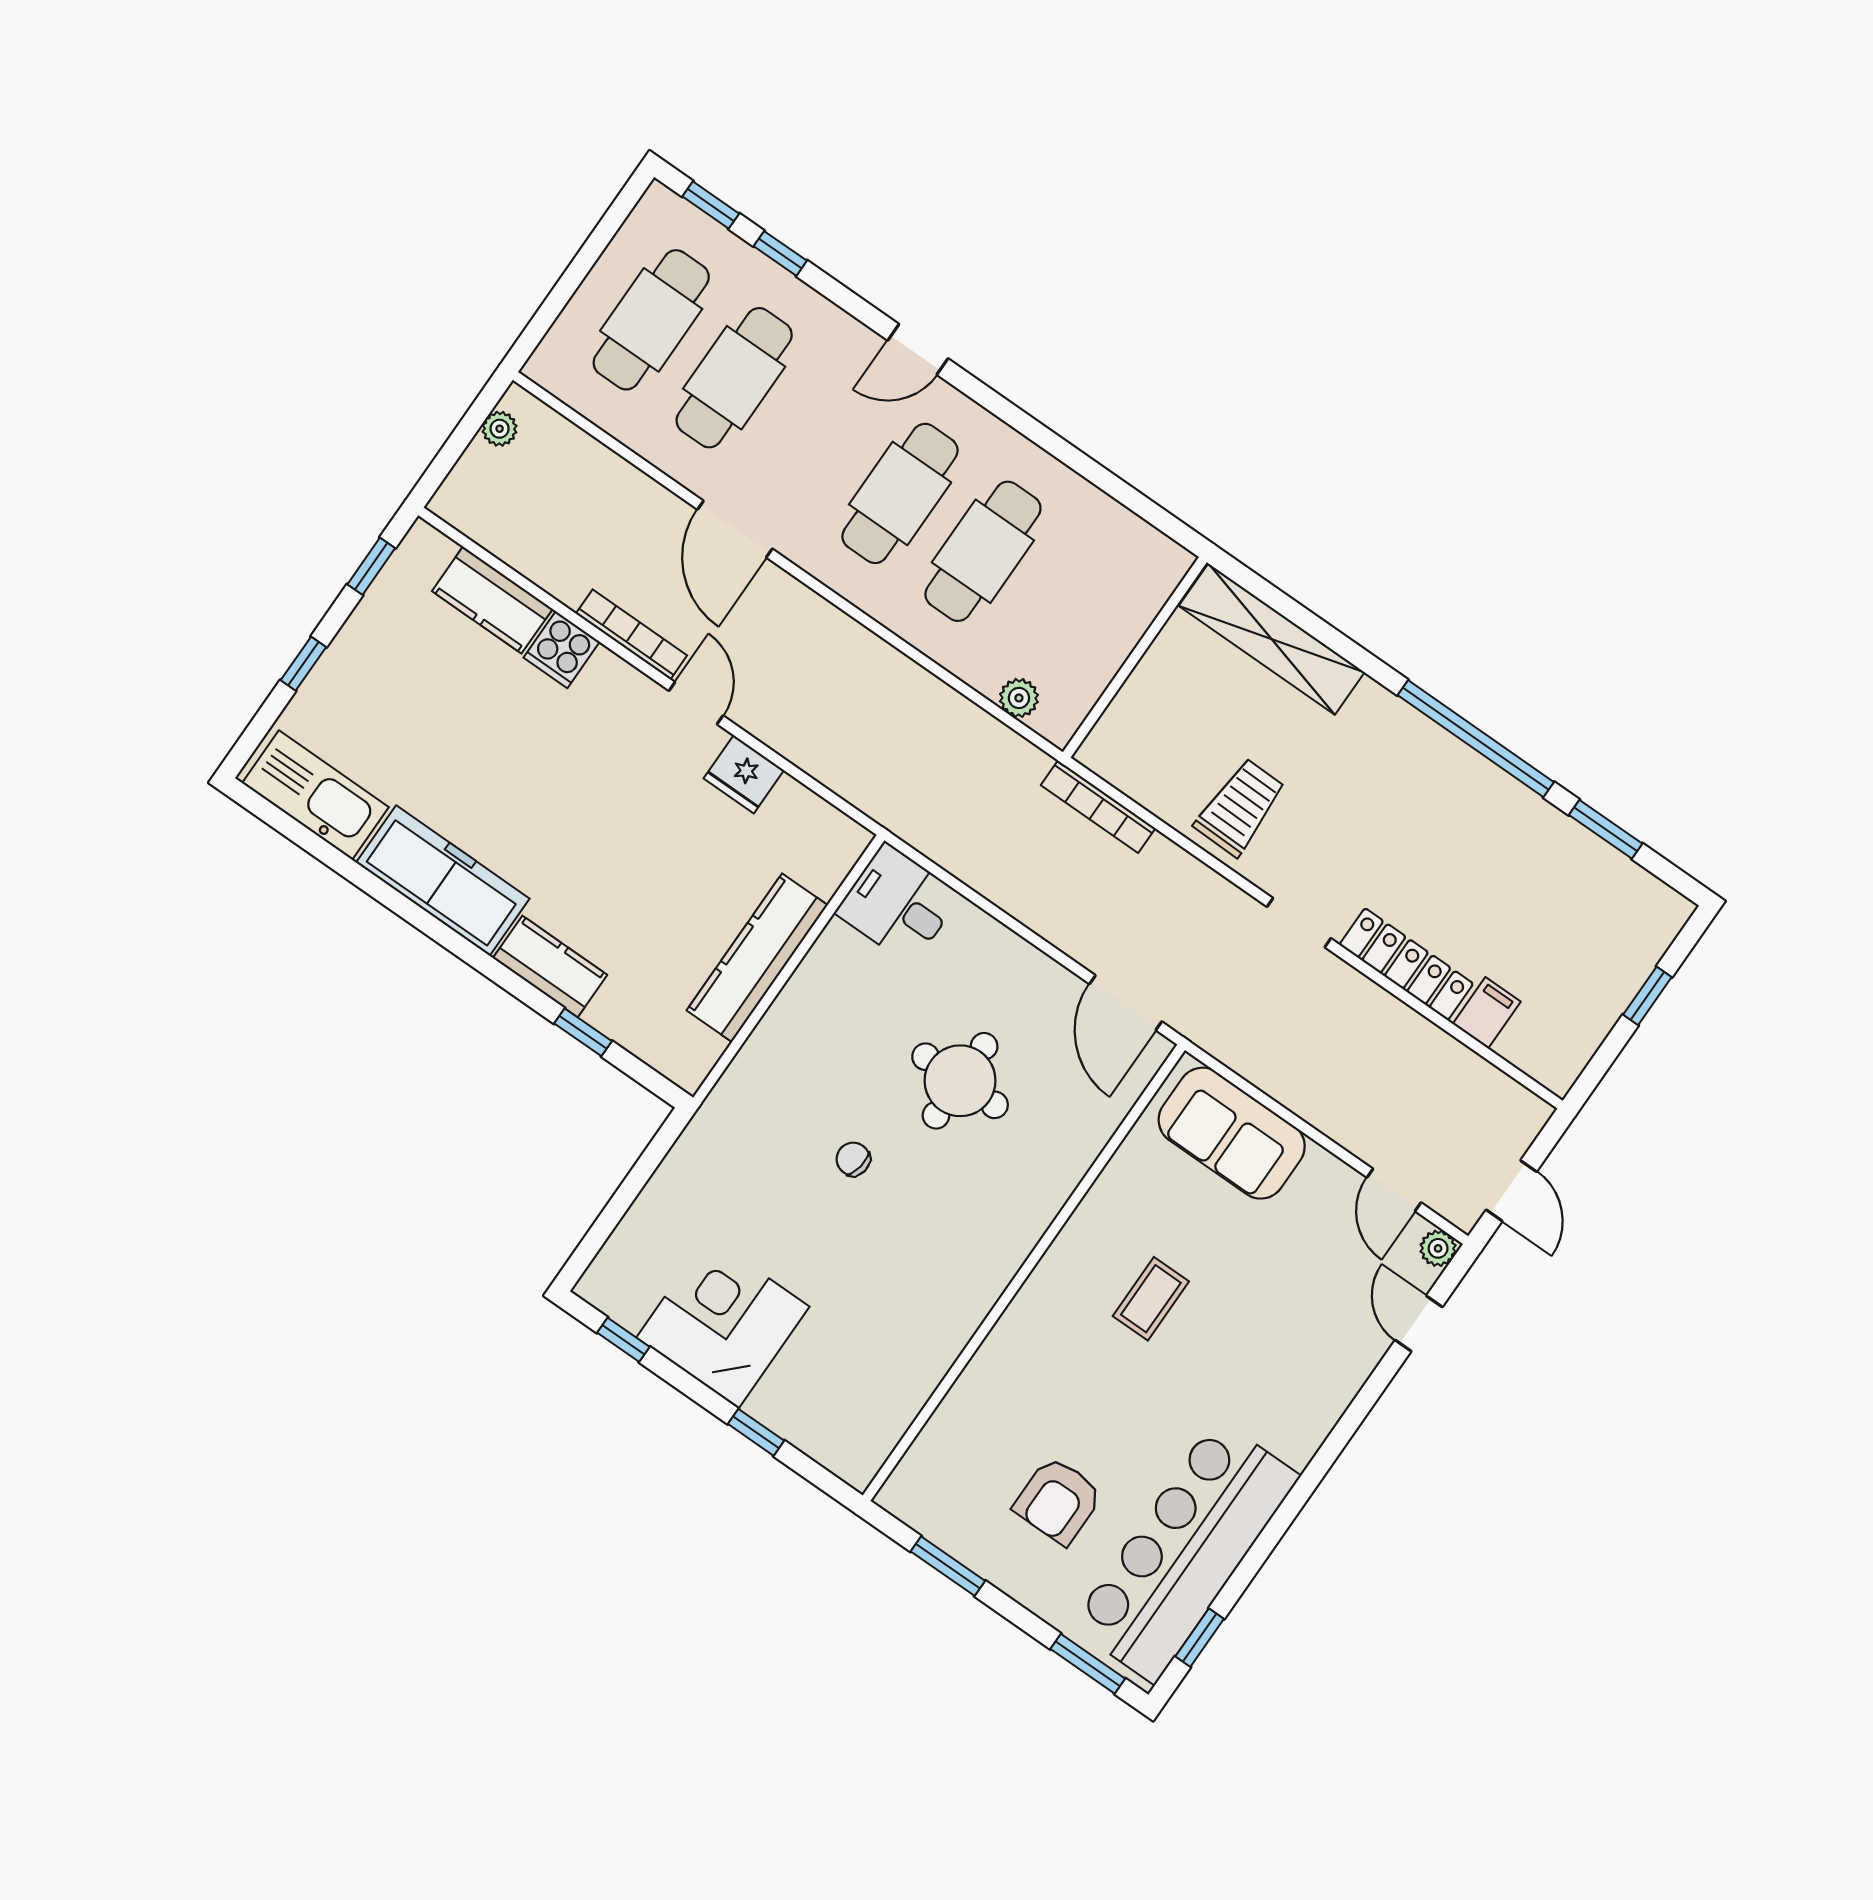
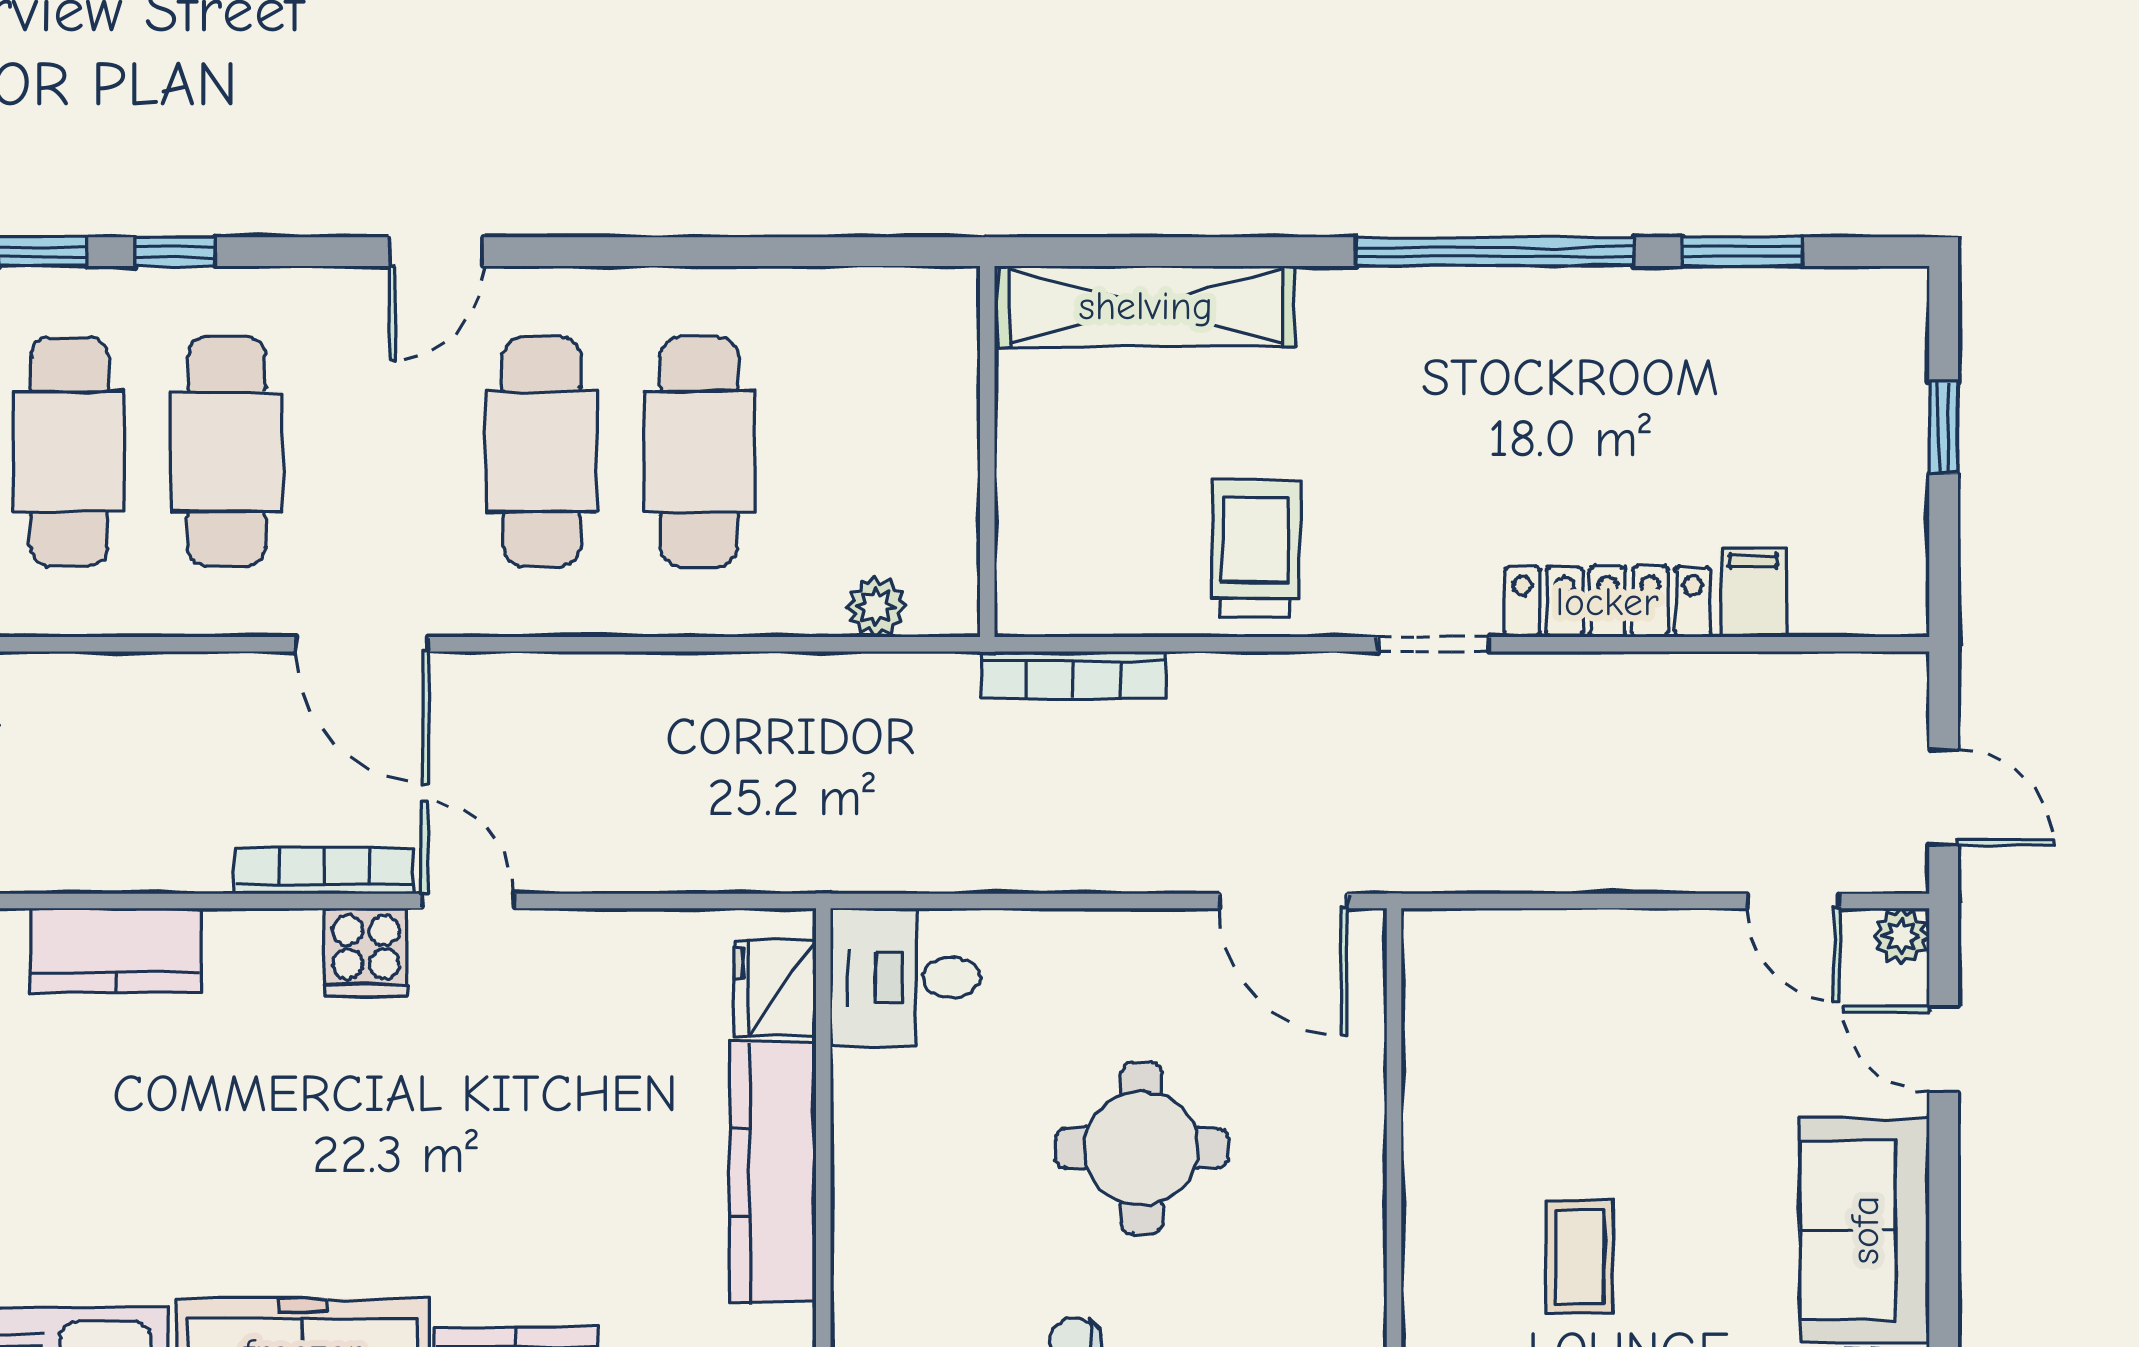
cooker: (562, 650) -> (366, 952), moved
fridge: (744, 774) -> (775, 988), moved, turned 90
sofa: (1232, 1133) -> (1865, 1230), moved, turned 90

